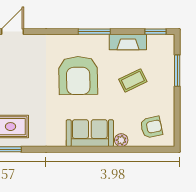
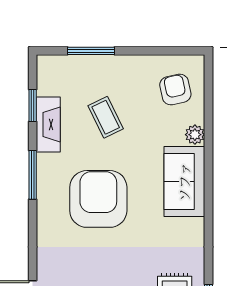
window: (156, 32) -> (33, 106), moved
armchair: (78, 76) -> (98, 199), turned -89

